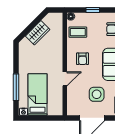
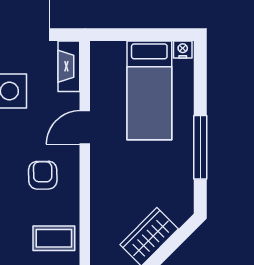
window: (16, 87) -> (200, 147), moved
fireplace: (71, 105) -> (69, 66), added

